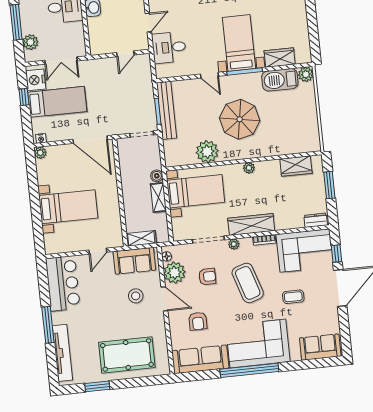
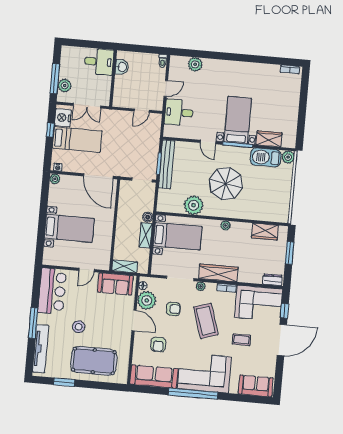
window: (16, 22) -> (55, 79), moved
stool: (136, 296) -> (79, 327), moved

